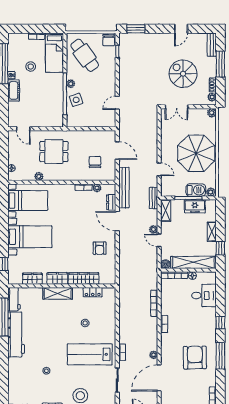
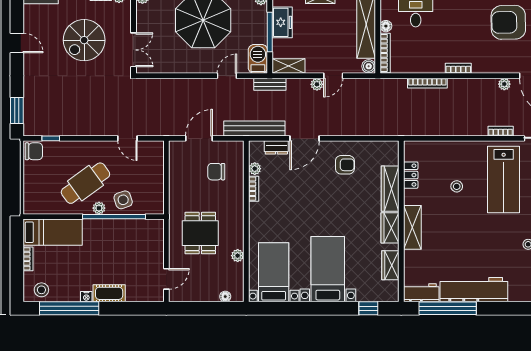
cafe table: (85, 55) -> (85, 183), moved
stool: (31, 66) -> (41, 290), moved
barbecue: (196, 190) -> (258, 59), moved

